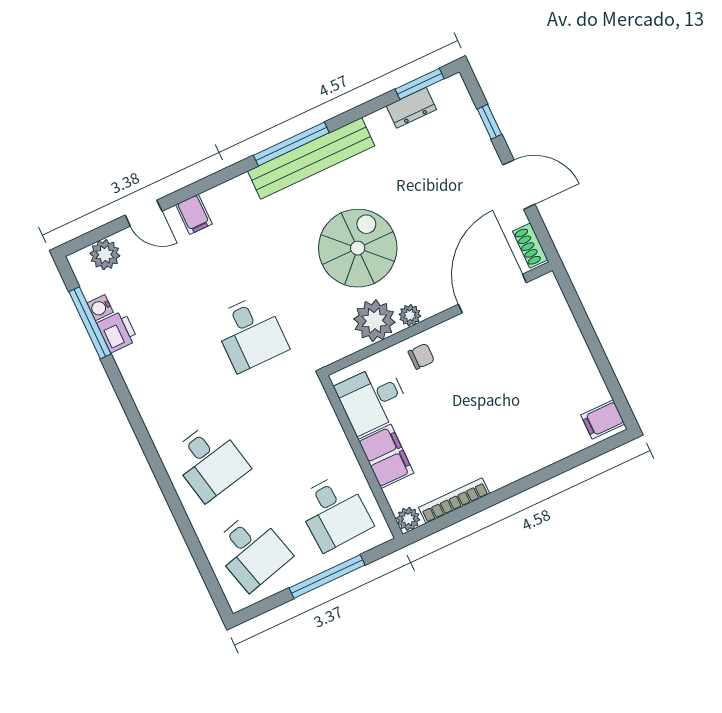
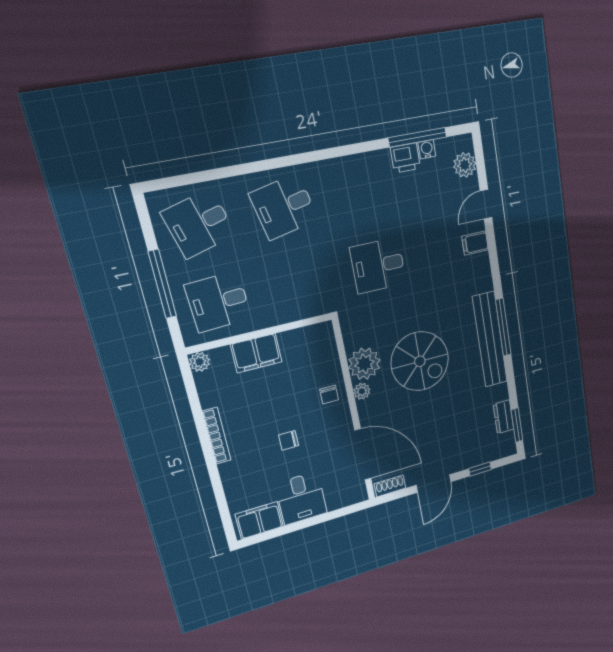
chair: (488, 394) -> (289, 440), added
desk: (372, 399) -> (301, 498), moved, turned 180
filing cabinet: (603, 420) -> (259, 520), width x2.00
bookcase: (454, 501) -> (217, 436), moved

